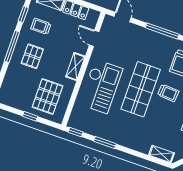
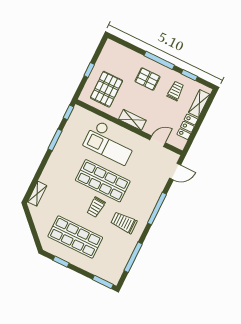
pallet: (47, 96) -> (106, 89), turned 90

